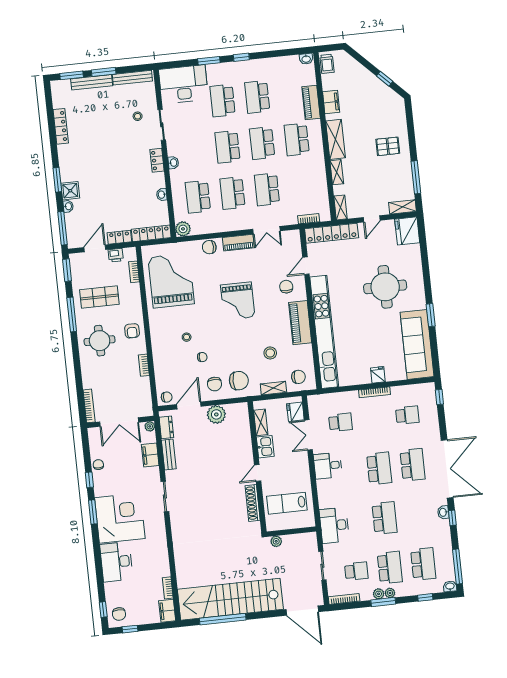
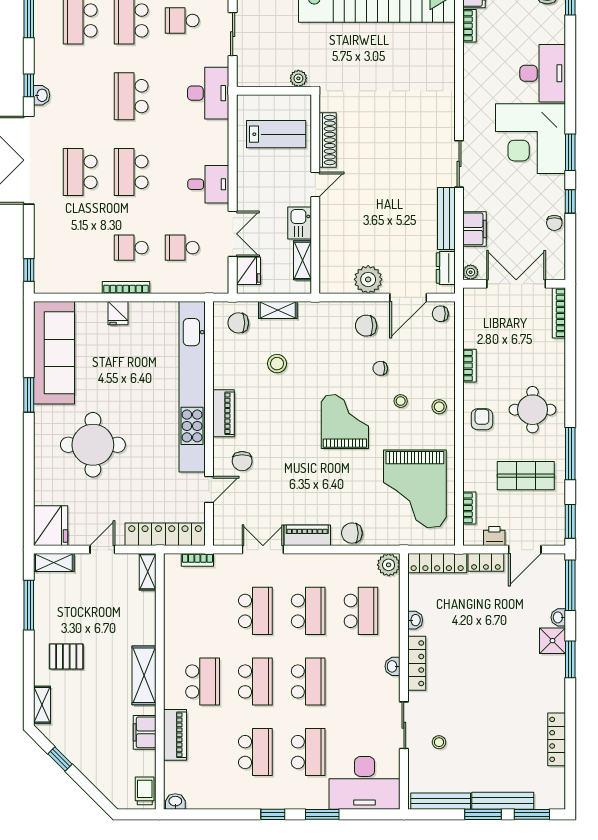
locker: (157, 160) -> (417, 663), width x1.53
shelving: (337, 172) -> (42, 705), moved
chair: (209, 247) -> (352, 533), turned 180
grand piano: (238, 301) -> (345, 421), moved
piano: (300, 323) -> (223, 413), width x0.73, depth x0.75
stool: (161, 336) -> (439, 407), added
chair: (239, 381) -> (329, 327), removed
chair: (214, 384) -> (366, 326), turned -90
school desk: (407, 415) -> (131, 248), moved
bench: (169, 454) -> (446, 218), width x1.36

